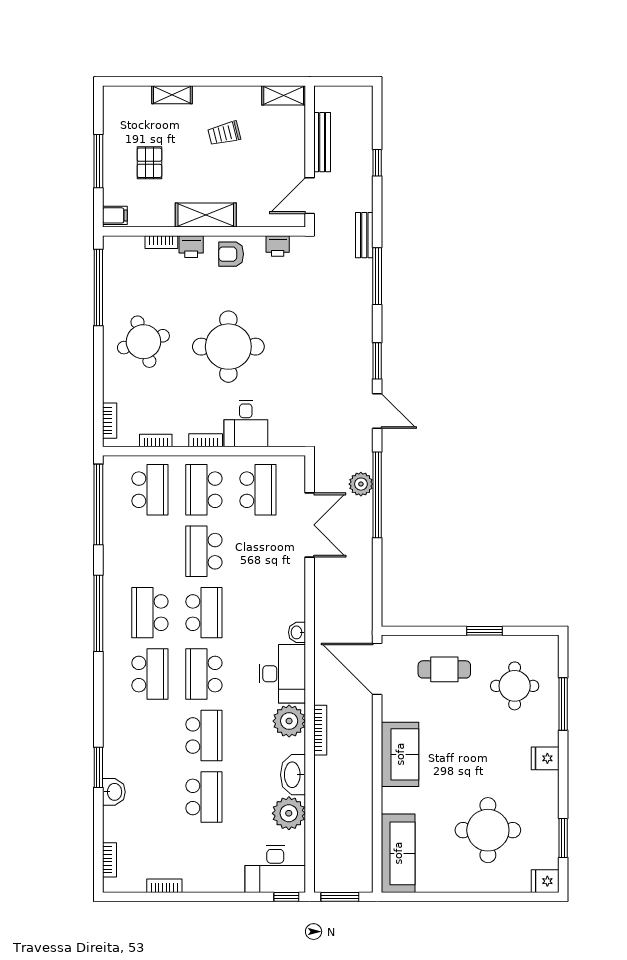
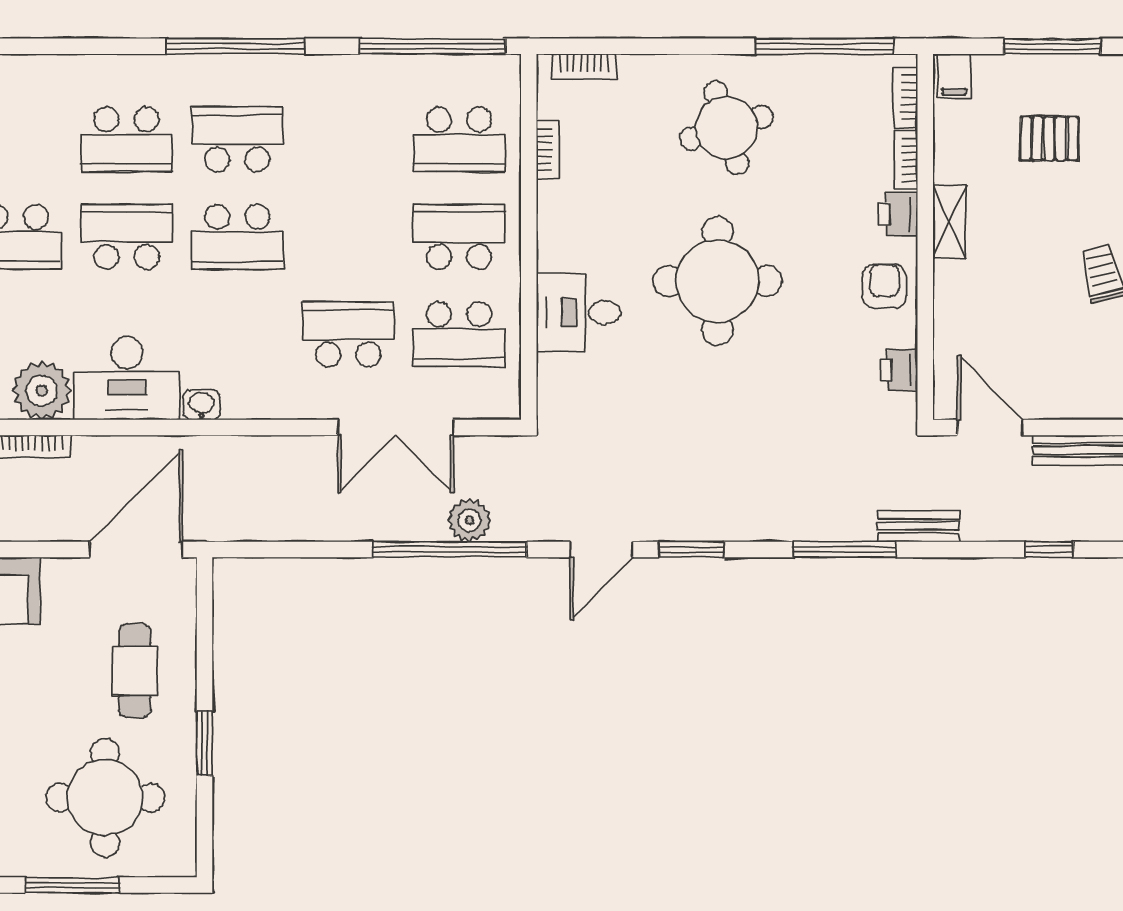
shelving: (206, 215) -> (949, 222), width x0.67, depth x0.75
bookcase: (206, 440) -> (906, 97), moved, turned 180
school desk: (204, 551) -> (348, 334), moved
round table: (515, 686) -> (105, 798), width x1.36, depth x1.36

